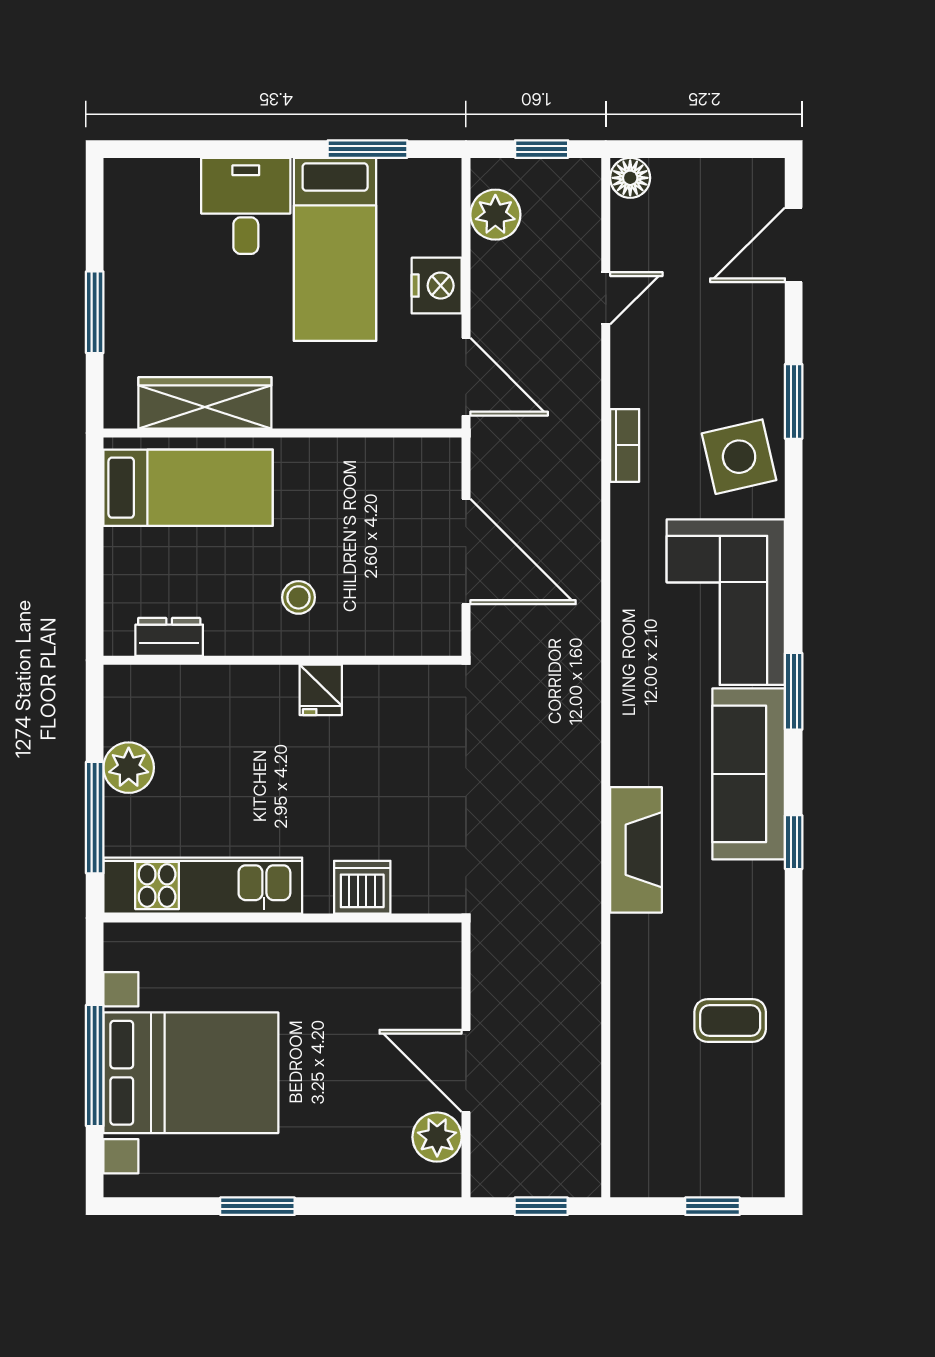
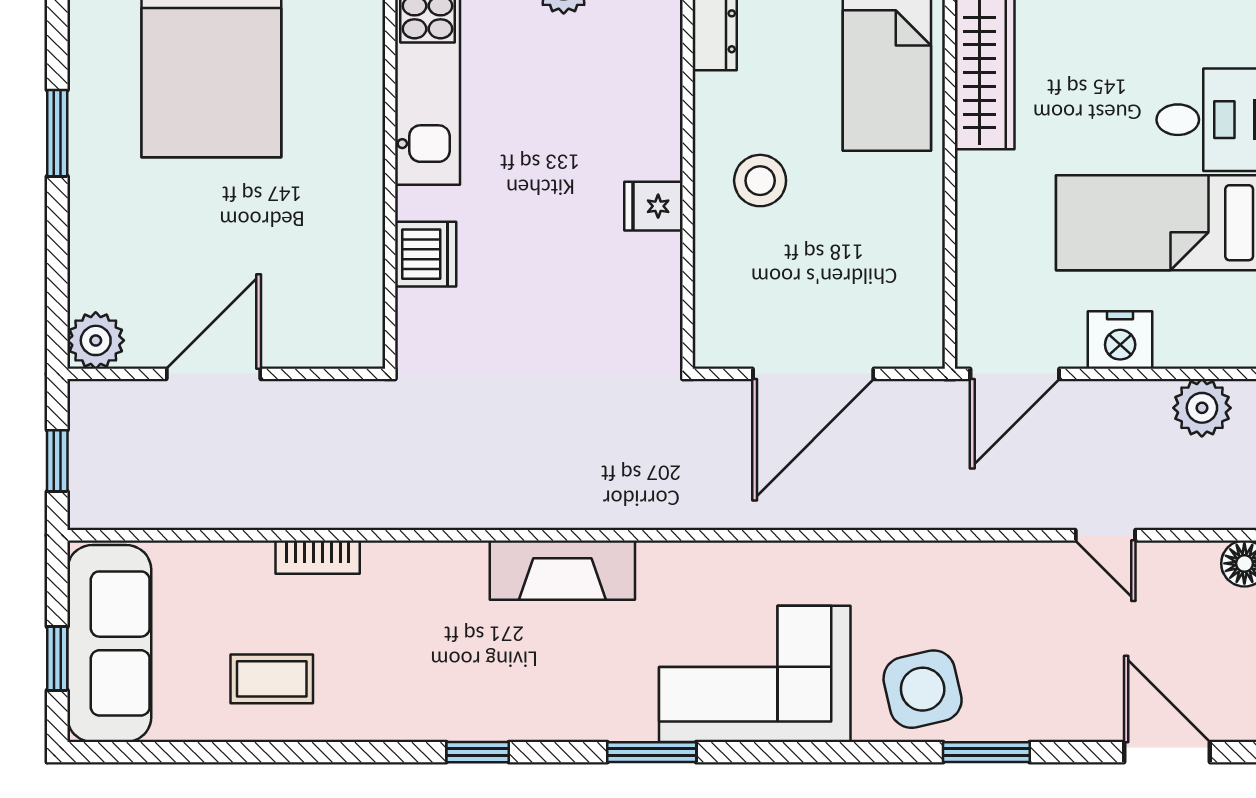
bookcase: (625, 445) -> (318, 557), moved
stool: (299, 597) -> (760, 181), width x1.37, depth x1.37
sofa: (749, 774) -> (109, 643), moved, turned 90
fireplace: (636, 850) -> (562, 570), moved
coffee table: (730, 1020) -> (272, 679), turned 90
plant: (437, 1137) -> (96, 340), moved

